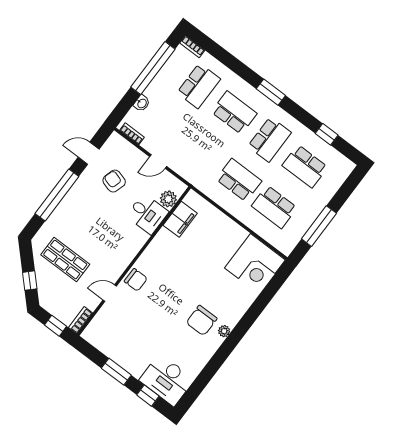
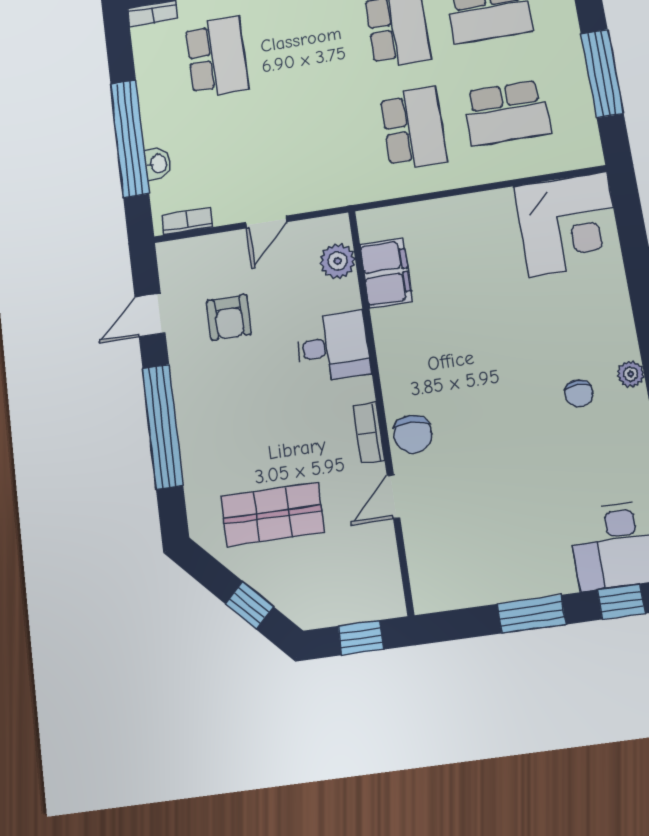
window: (153, 68) -> (130, 139), moved
school desk: (234, 113) -> (307, 42), removed
school desk: (239, 180) -> (414, 128), turned 90
armchair: (114, 181) -> (229, 317), turned -106
desk: (147, 214) -> (333, 347), moved
chair: (136, 280) -> (413, 434), turned 90
bookcase: (81, 320) -> (369, 433), moved
chair: (202, 321) -> (579, 393), width x0.54, depth x0.54

